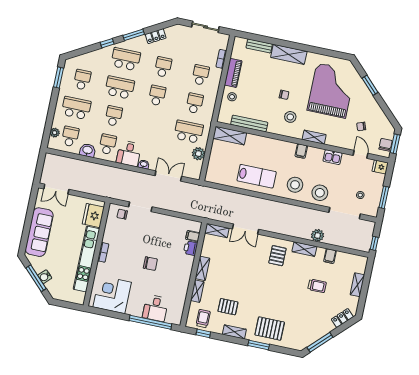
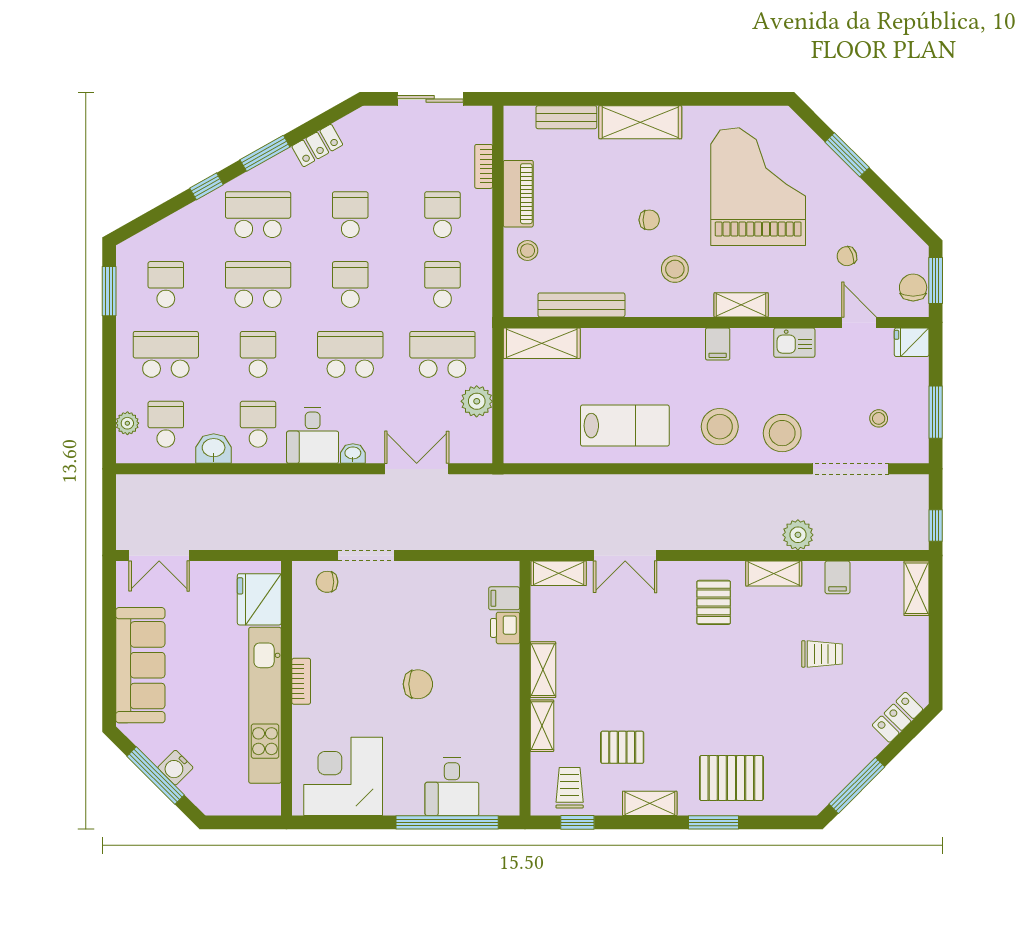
school desk: (151, 124) -> (350, 354), added
shelving: (357, 285) -> (916, 588), moved

